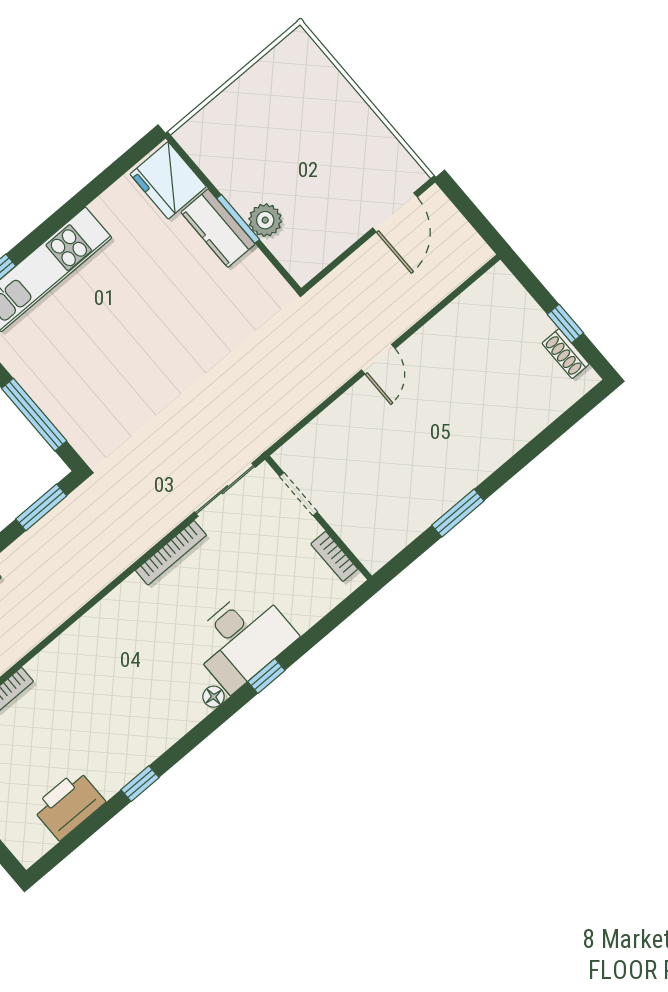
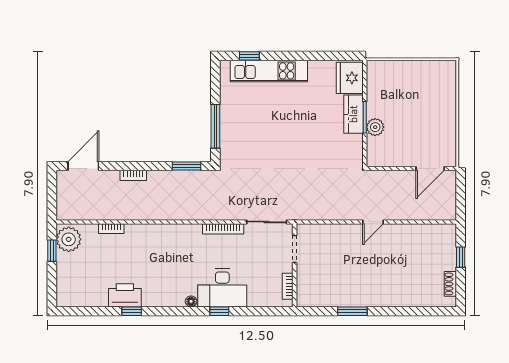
window: (565, 324) -> (461, 257), moved
printer: (69, 805) -> (125, 295), moved

